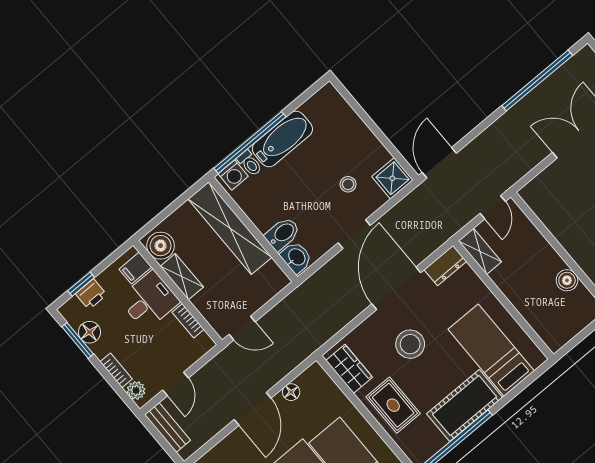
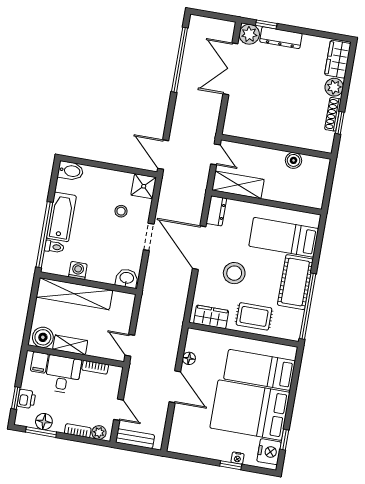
washing machine: (233, 175) -> (78, 270), moved, turned -90
bidet: (282, 234) -> (71, 171), moved, turned 90
shelving: (480, 251) -> (238, 185), width x1.50, depth x1.33
door: (242, 328) -> (130, 345), swing flipped

